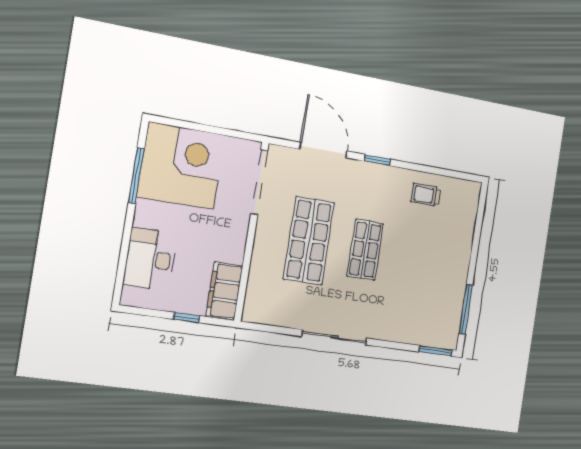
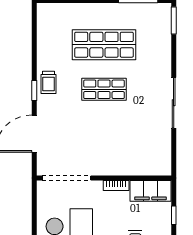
trolley: (426, 195) -> (49, 82), moved
shop shelf: (309, 241) -> (104, 45), moved
bookcase: (239, 246) -> (116, 185), added

